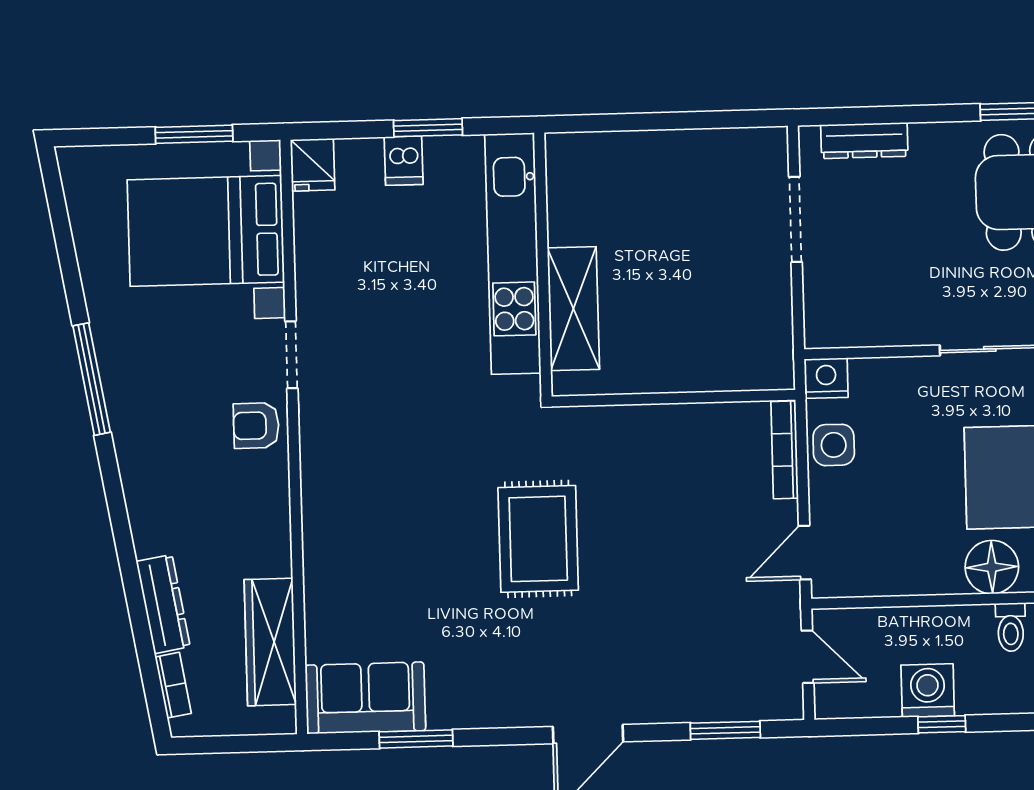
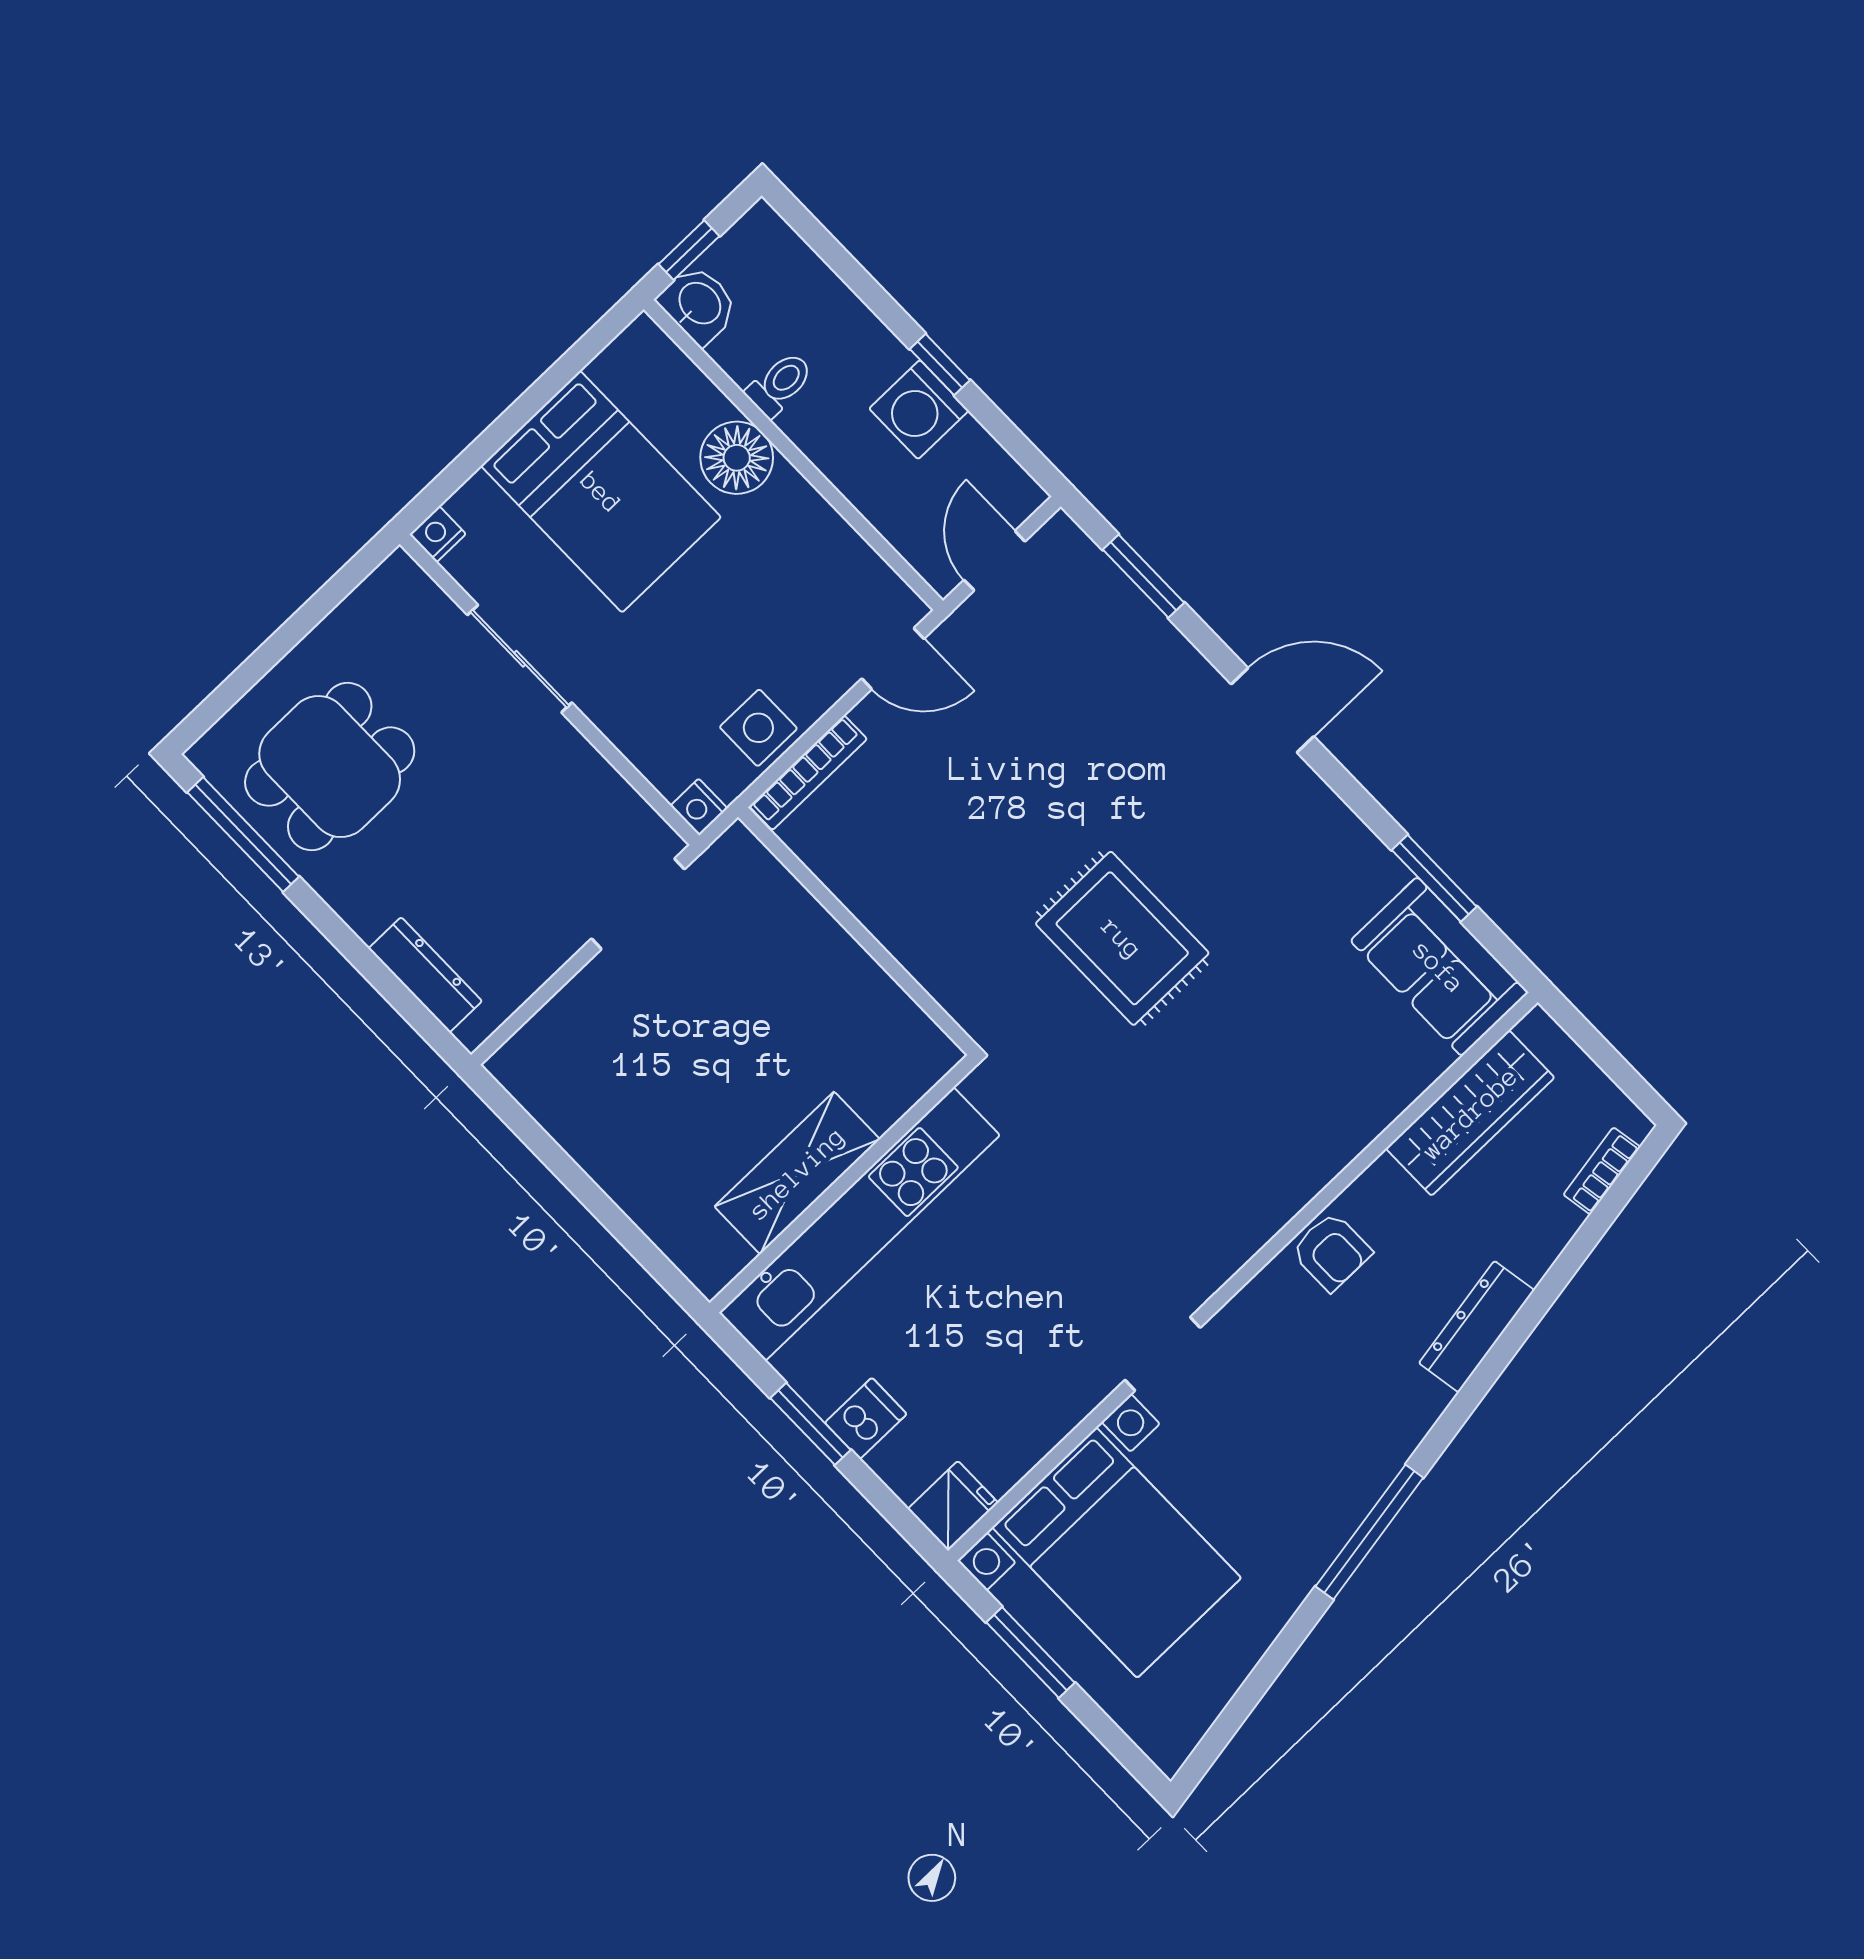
doorway: (795, 219) -> (638, 904), moved
shelving: (573, 309) -> (797, 1173), moved
nightstand: (826, 378) -> (699, 807), width x0.72, depth x0.74
armchair: (256, 426) -> (1331, 1252), moved
rug: (538, 539) -> (1122, 938), turned 90
dresser: (163, 604) -> (1477, 1327), moved

